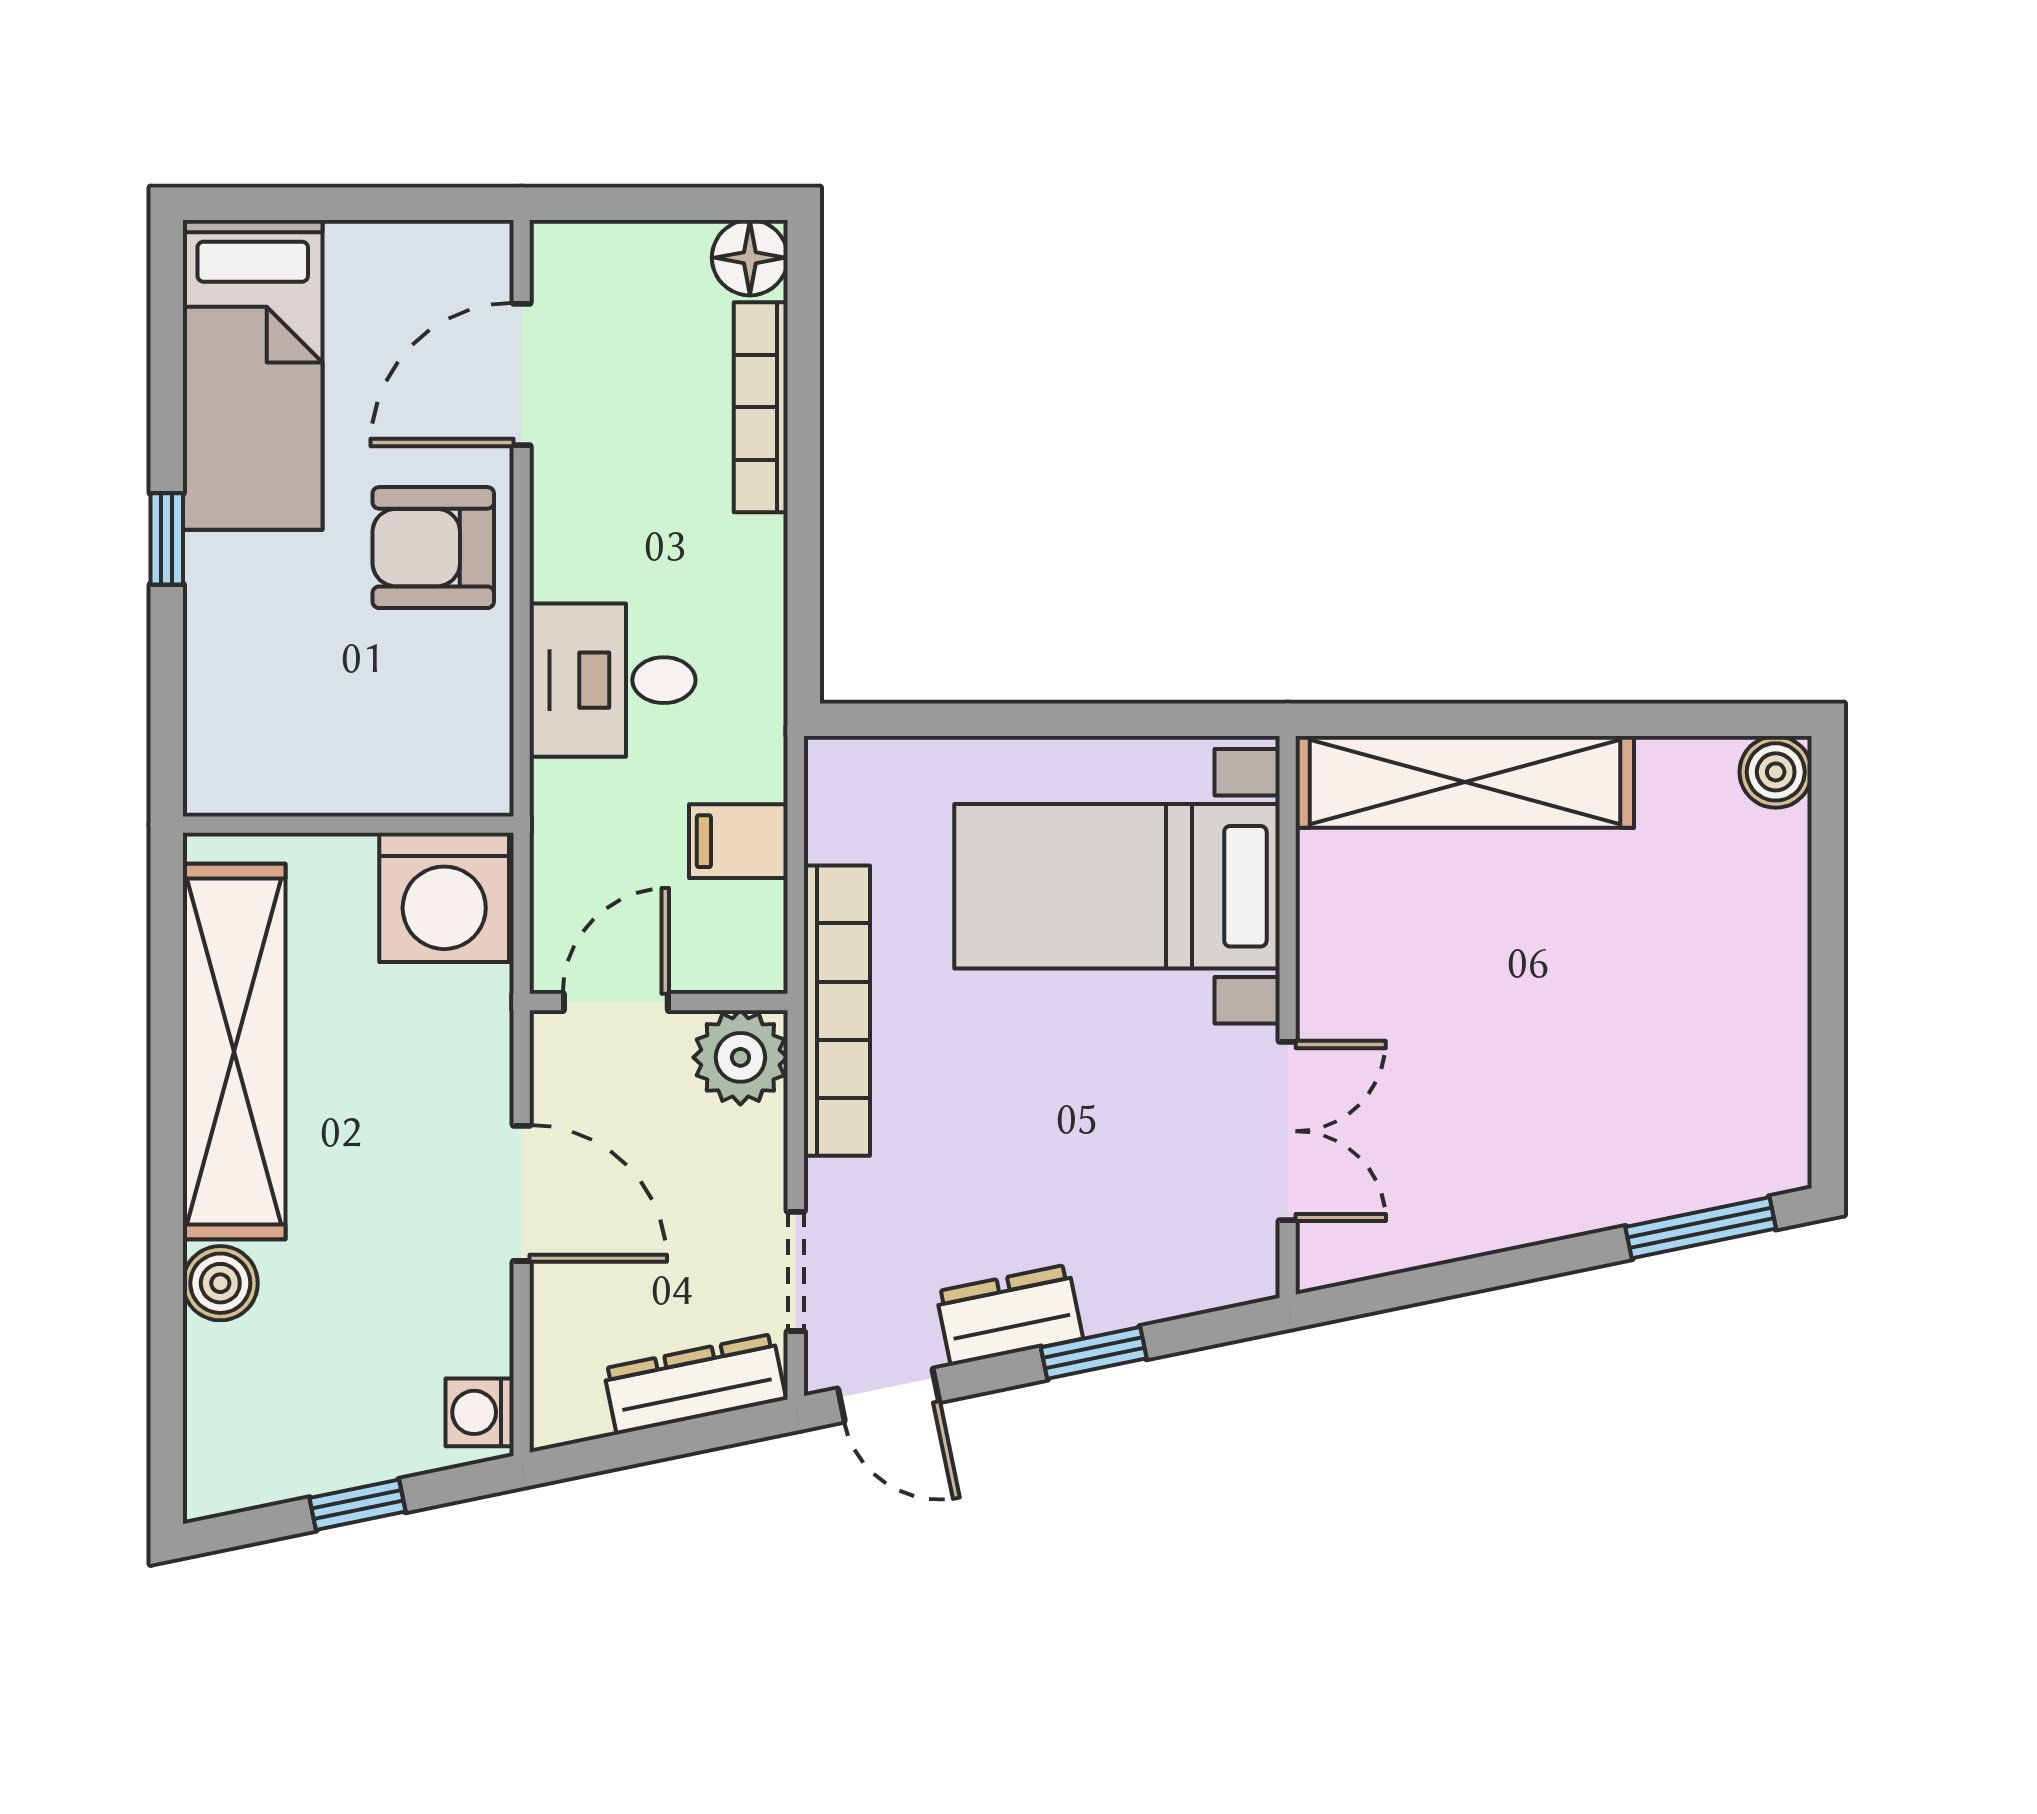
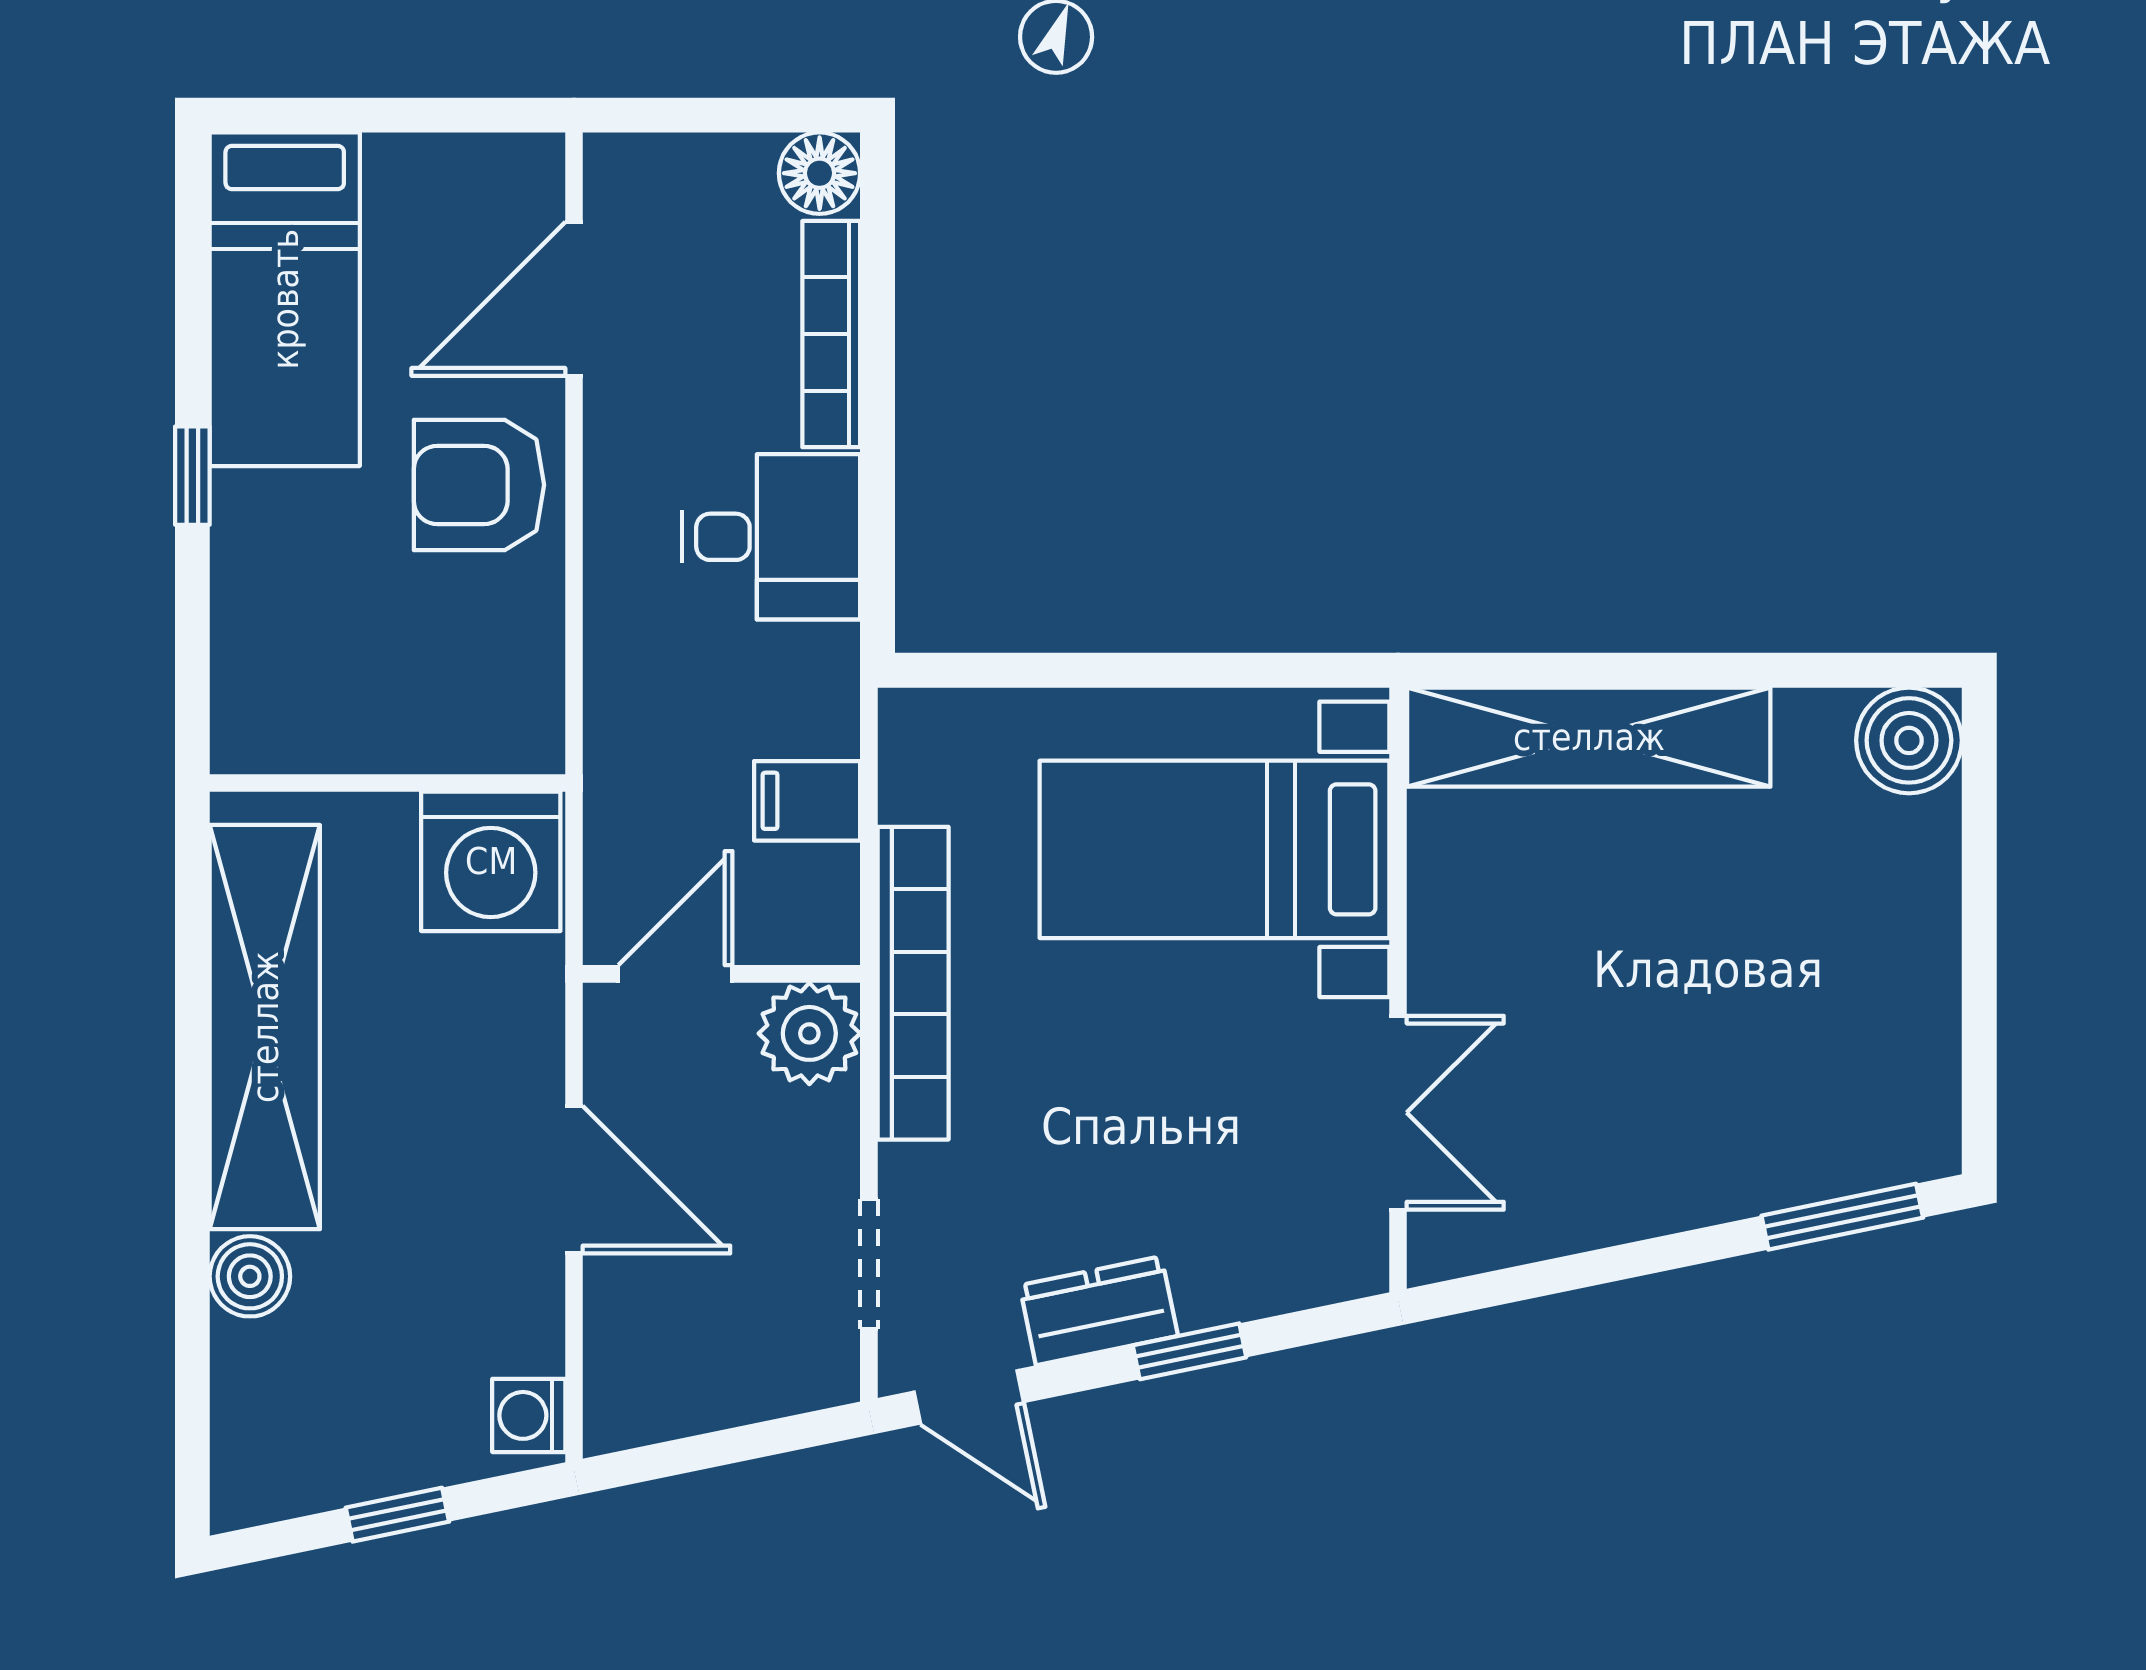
desk: (613, 680) -> (771, 537), moved, turned 180
boiler: (1776, 772) -> (1909, 740), width x1.36, depth x1.36
dresser: (695, 1384) -> (760, 1385), removed

